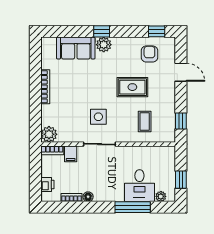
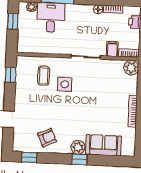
armchair: (149, 54) -> (47, 138), moved, turned -115
rug: (132, 87) -> (53, 108), removed
side table: (98, 117) -> (65, 84), moved

